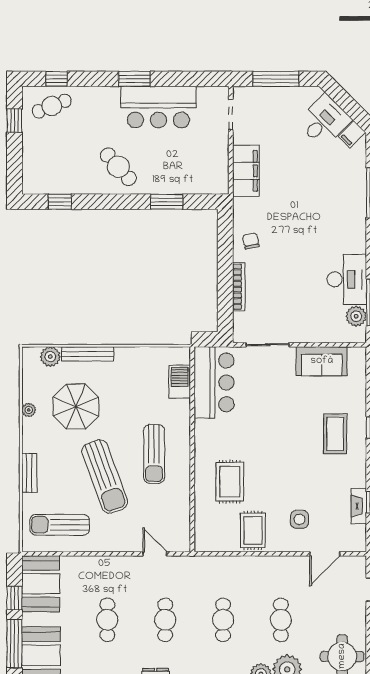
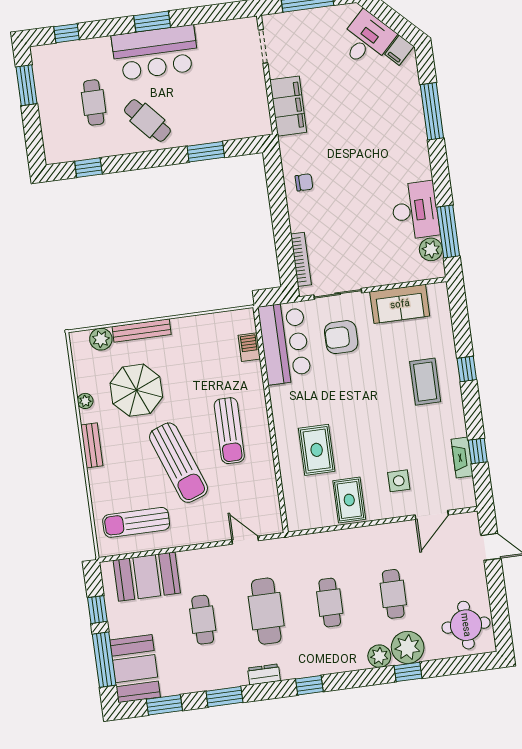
cafe table: (52, 106) -> (94, 102), moved, turned -68
bar counter: (158, 107) -> (155, 53), moved
window: (14, 121) -> (26, 85), width x1.50
chair: (251, 241) -> (304, 182), turned 102
bookcase: (239, 287) -> (301, 259), moved
barbecue: (180, 382) -> (249, 347), width x0.73, depth x0.79
armchair: (265, 384) -> (341, 337), added
bench: (29, 473) -> (92, 445), moved
booth: (41, 584) -> (147, 577), moved, turned 90
cafe table: (165, 620) -> (266, 611), width x1.37, depth x1.35

